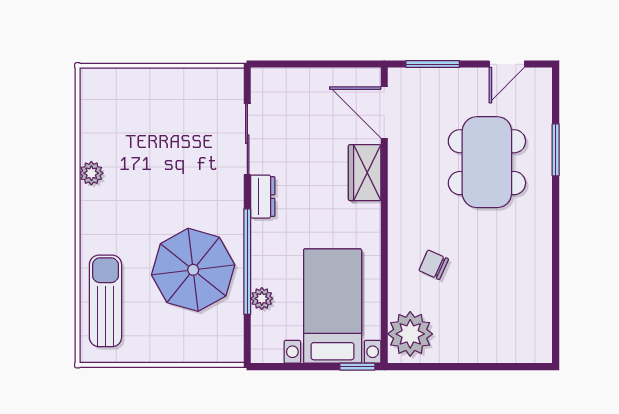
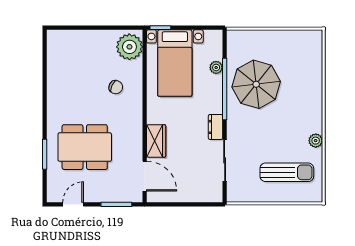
dining table: (487, 162) -> (85, 147), turned 90
sun lounger: (105, 301) -> (287, 172), moved, turned -90

